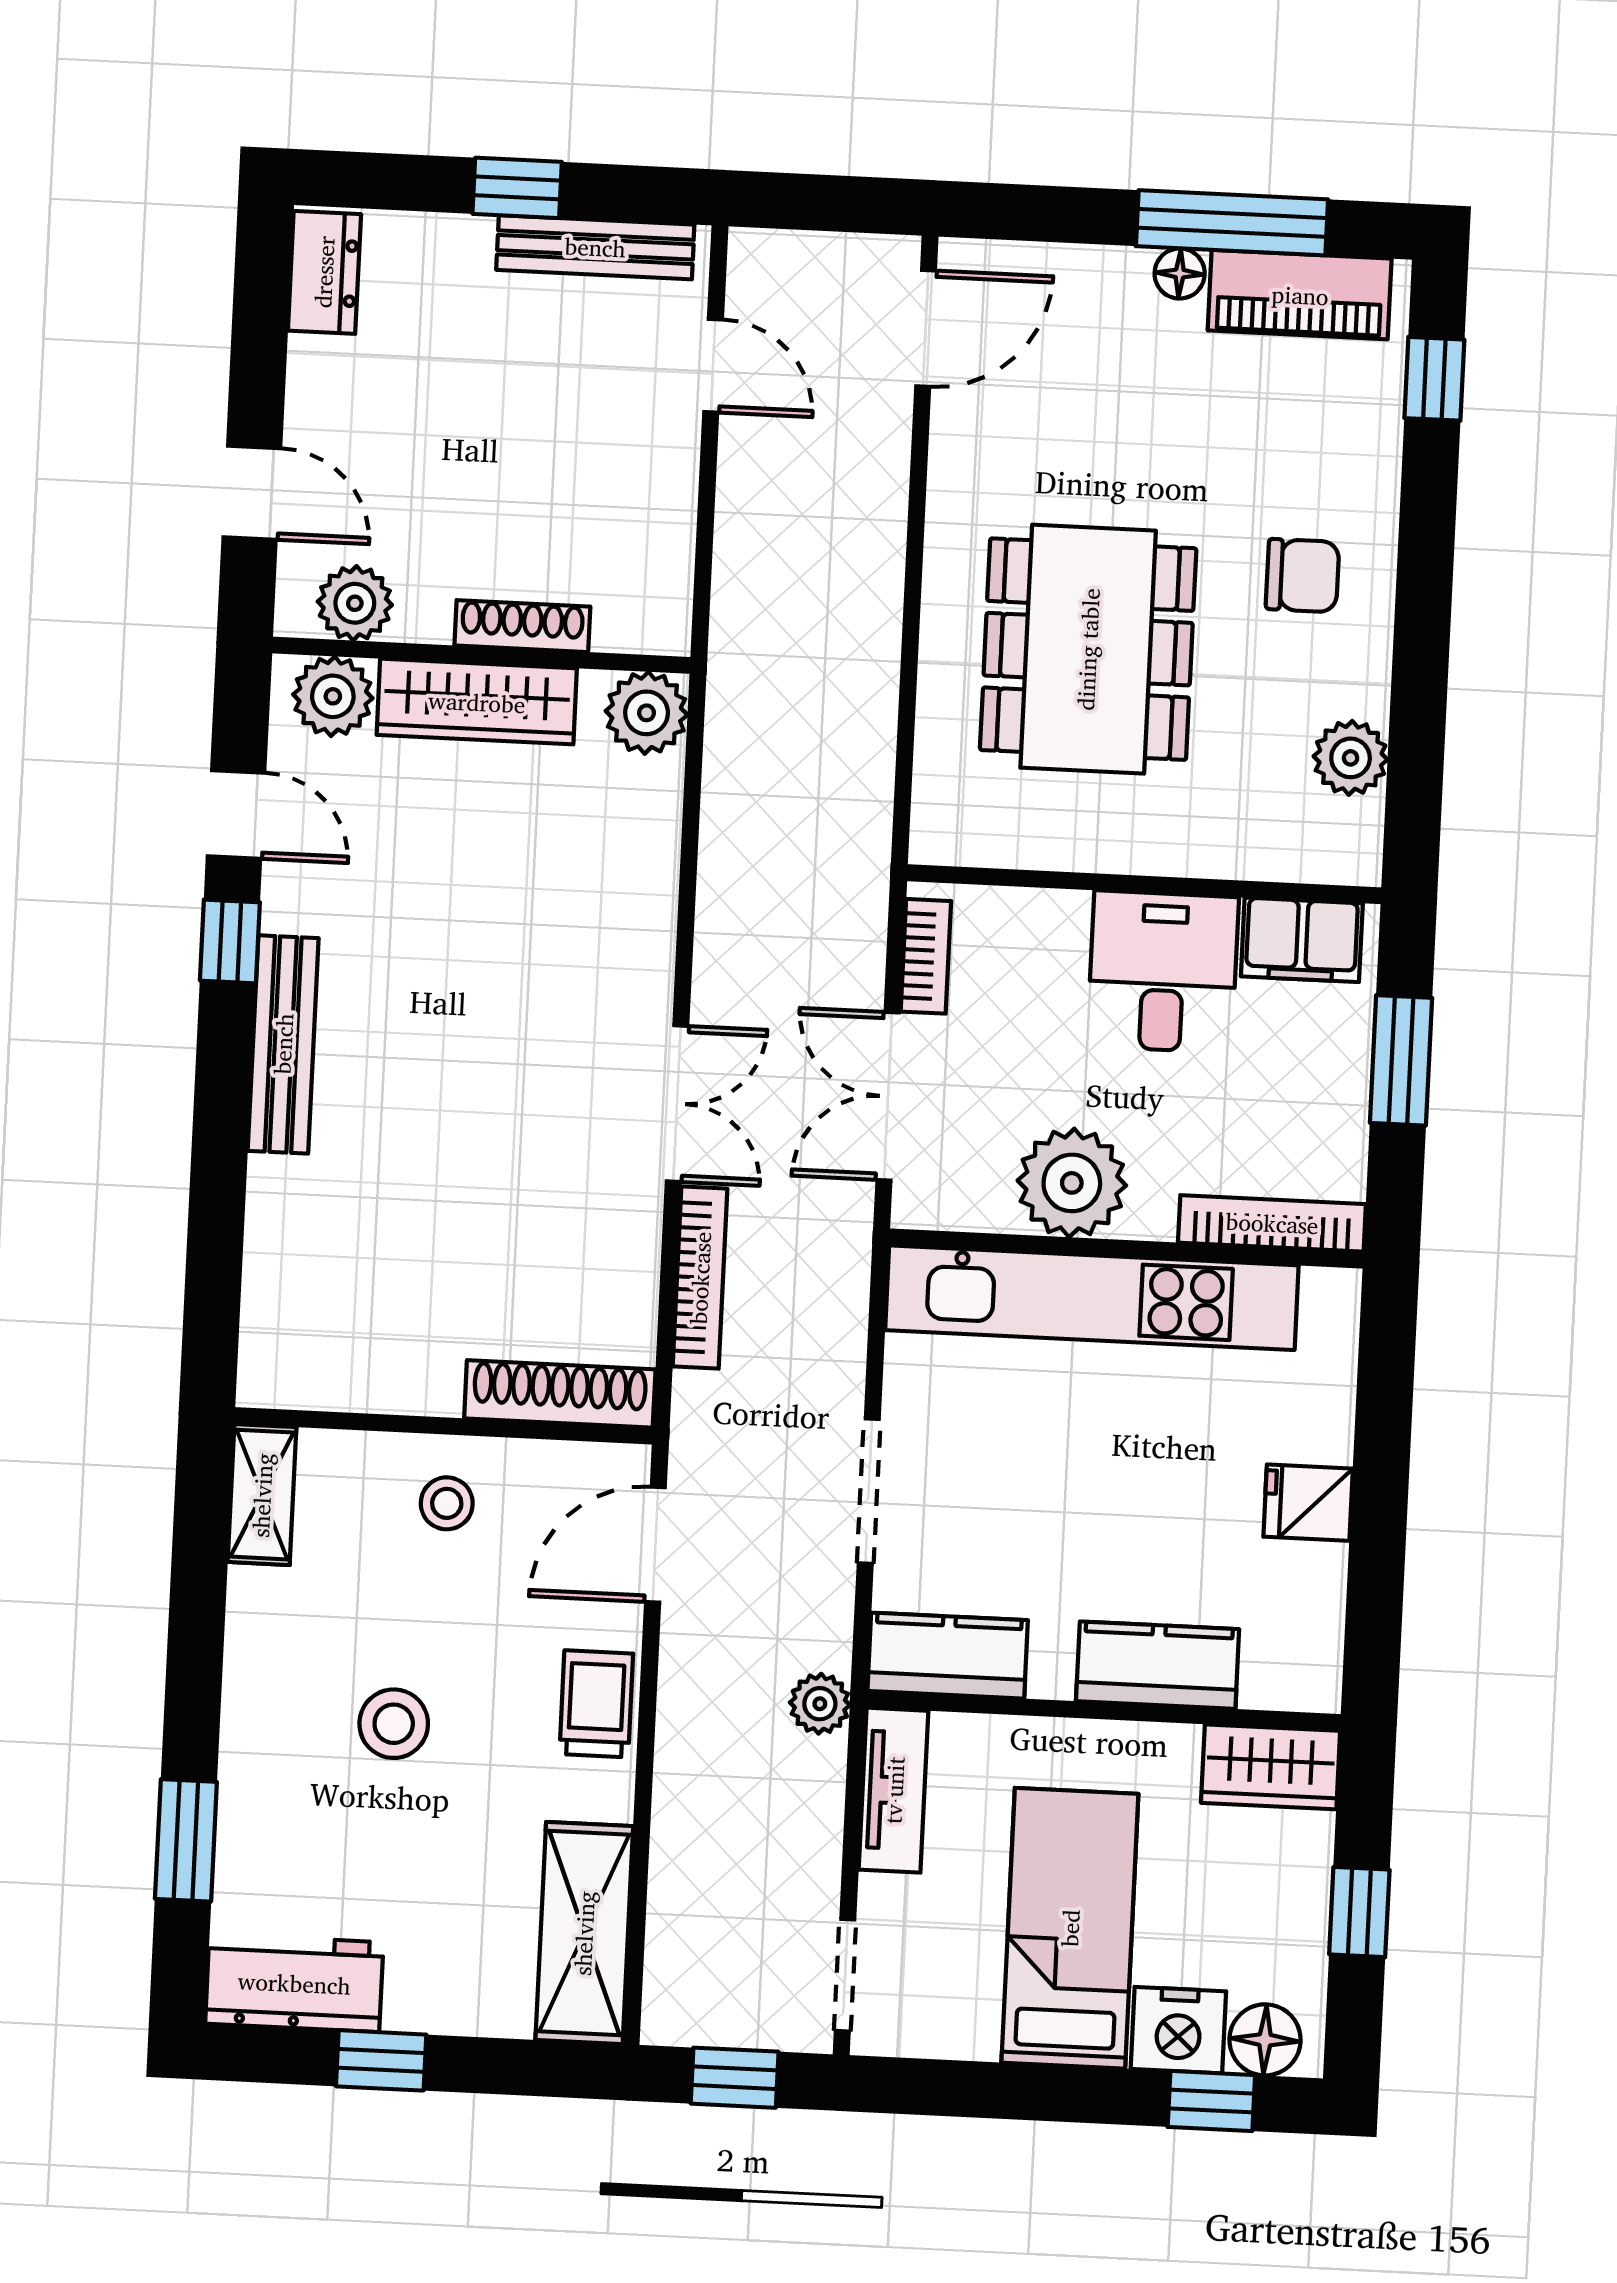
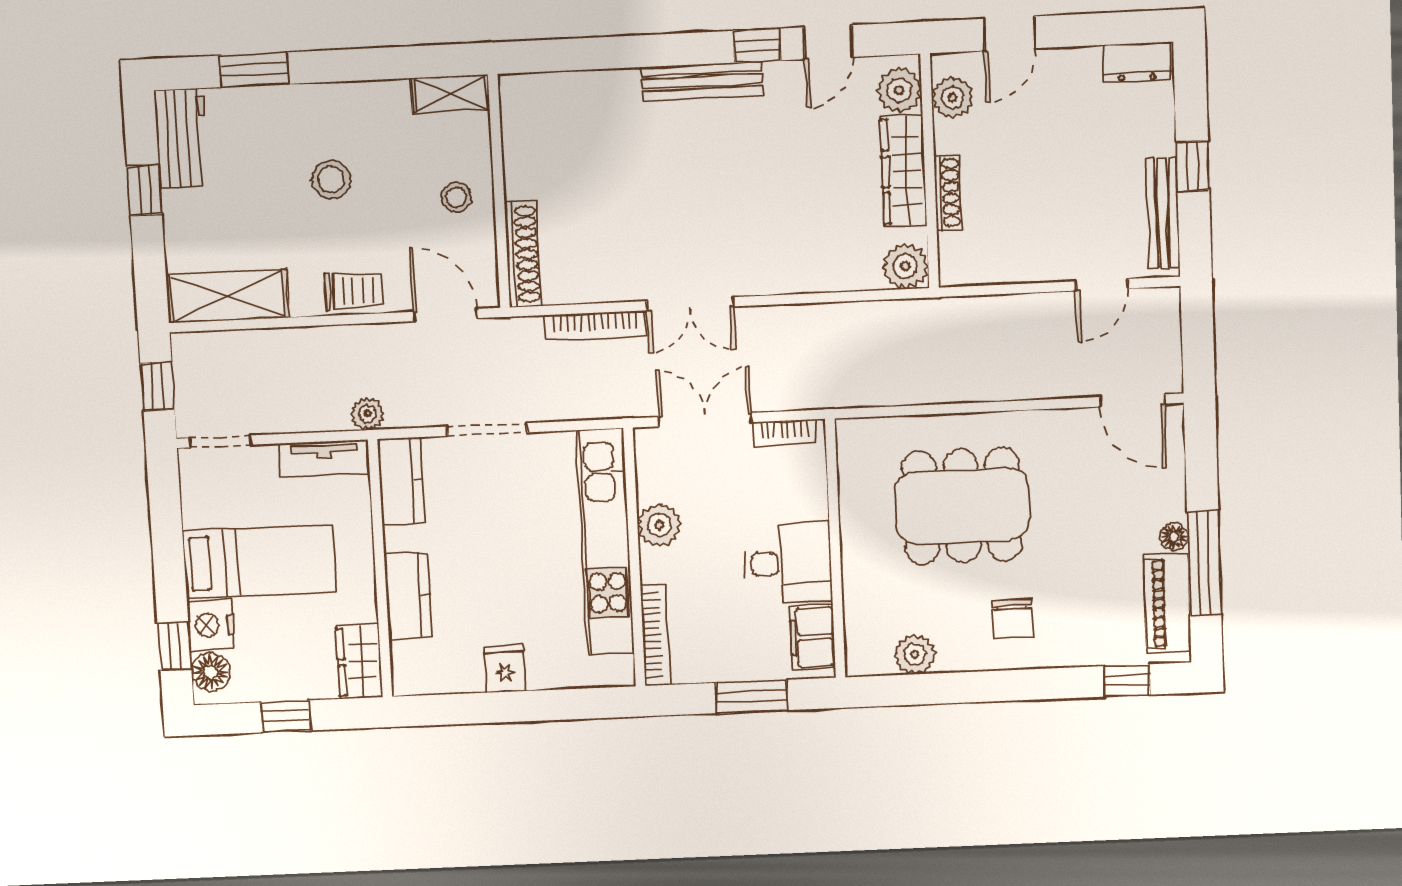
plant: (1072, 1183) -> (659, 525), width x0.73, depth x0.73

